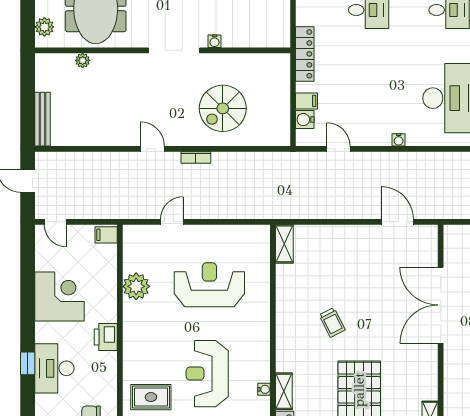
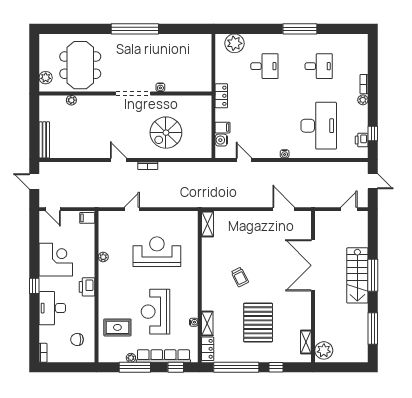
locker: (305, 54) -> (221, 96), width x0.66
plant: (136, 286) -> (103, 257), width x0.53, depth x0.53
window: (28, 363) -> (34, 286), moved

